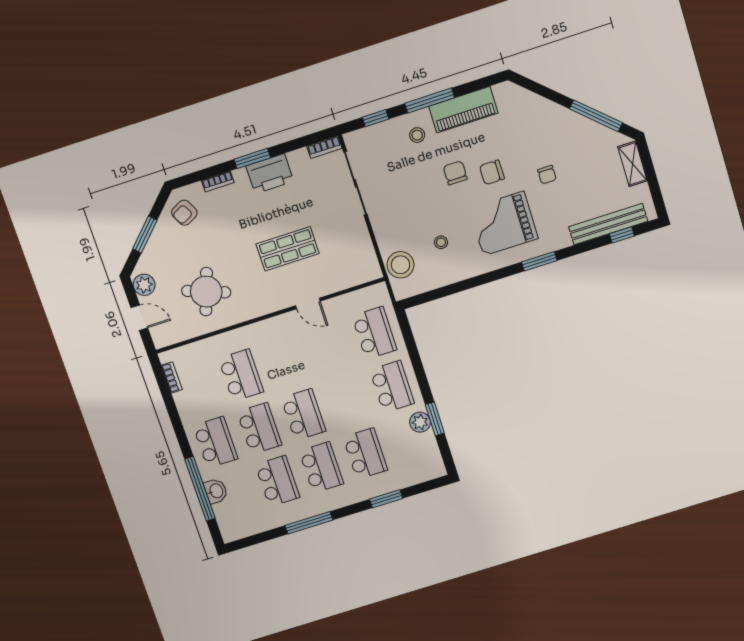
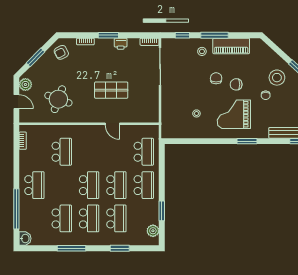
printer: (270, 174) -> (121, 44), width x0.53, depth x0.68
stool: (401, 265) -> (277, 78), moved
plant: (420, 422) -> (153, 231), moved
school desk: (259, 428) -> (116, 185), moved
washbasin: (216, 491) -> (25, 239), moved

